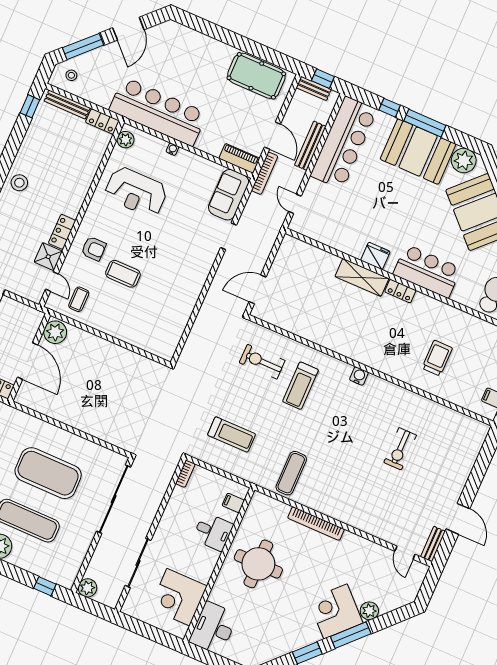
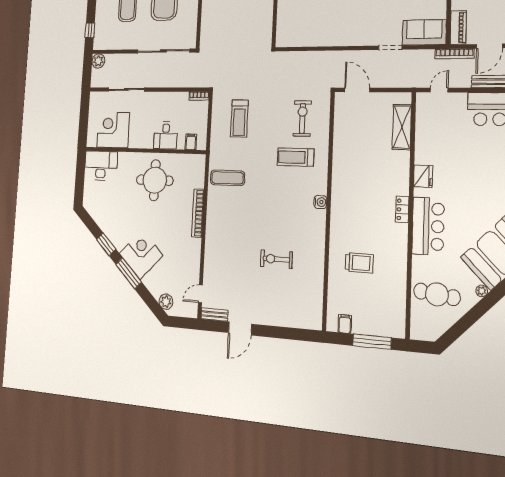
shelving: (362, 277) -> (402, 127), moved
plant: (369, 611) -> (166, 302), moved

